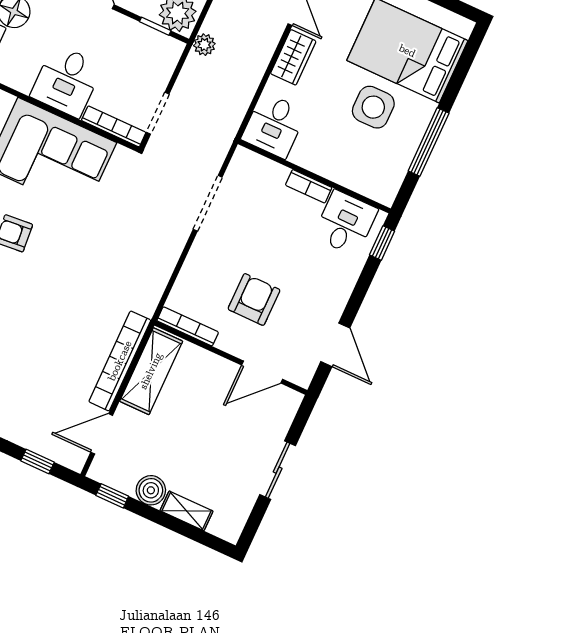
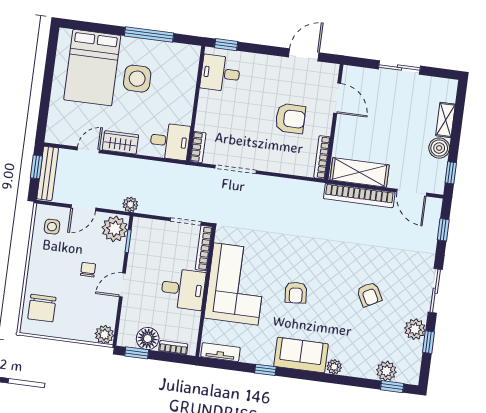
bookcase: (309, 186) -> (198, 147), moved
armchair: (254, 299) -> (290, 119), turned 180

